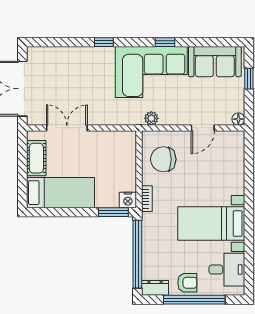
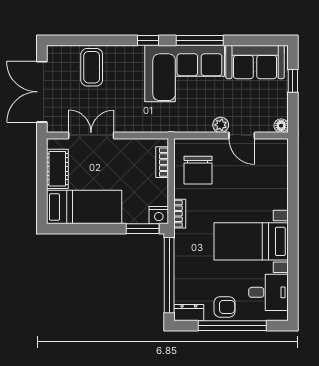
window: (104, 42) -> (148, 40), moved
window: (165, 42) -> (200, 40), width x2.17
coffee table: (67, 66) -> (92, 67), added
plant: (151, 118) -> (221, 125), moved
door: (203, 128) -> (242, 136), hinge flipped
bookcase: (131, 152) -> (162, 162), added
chair: (163, 159) -> (198, 170), turned -90

